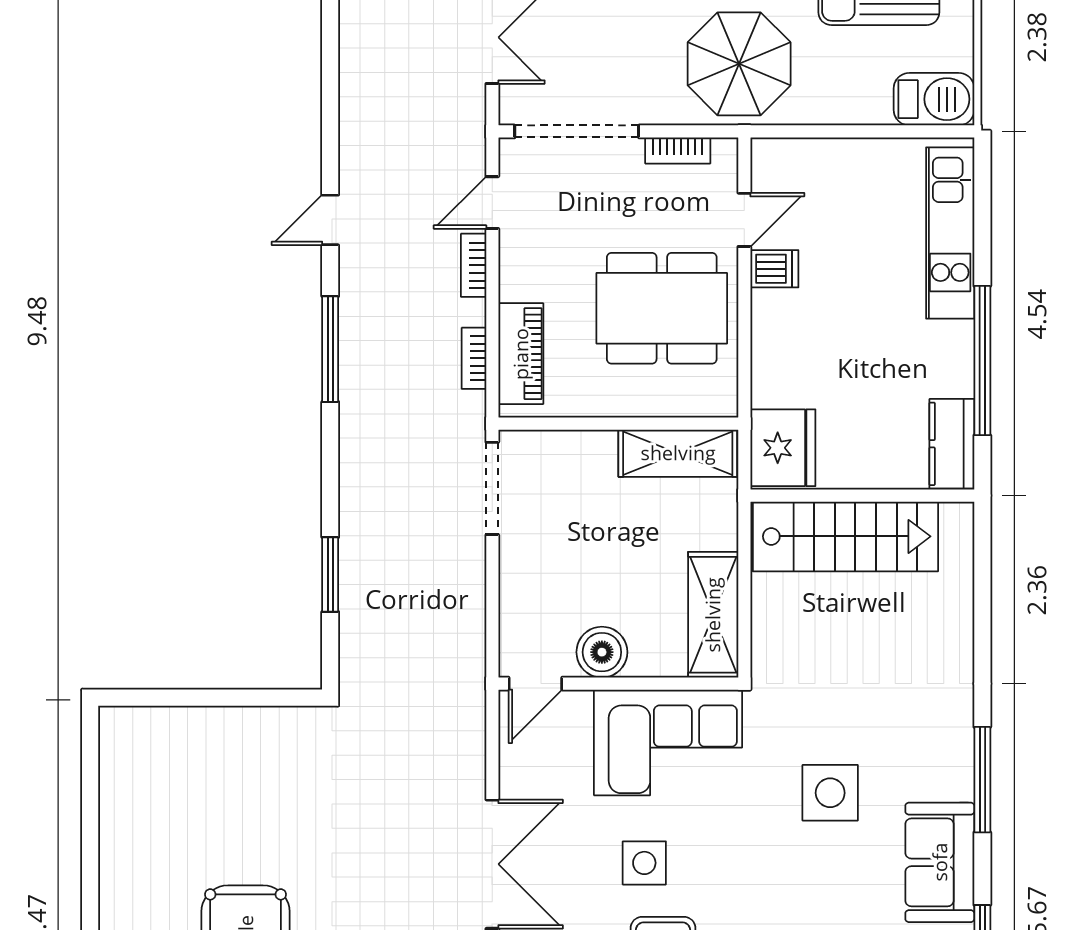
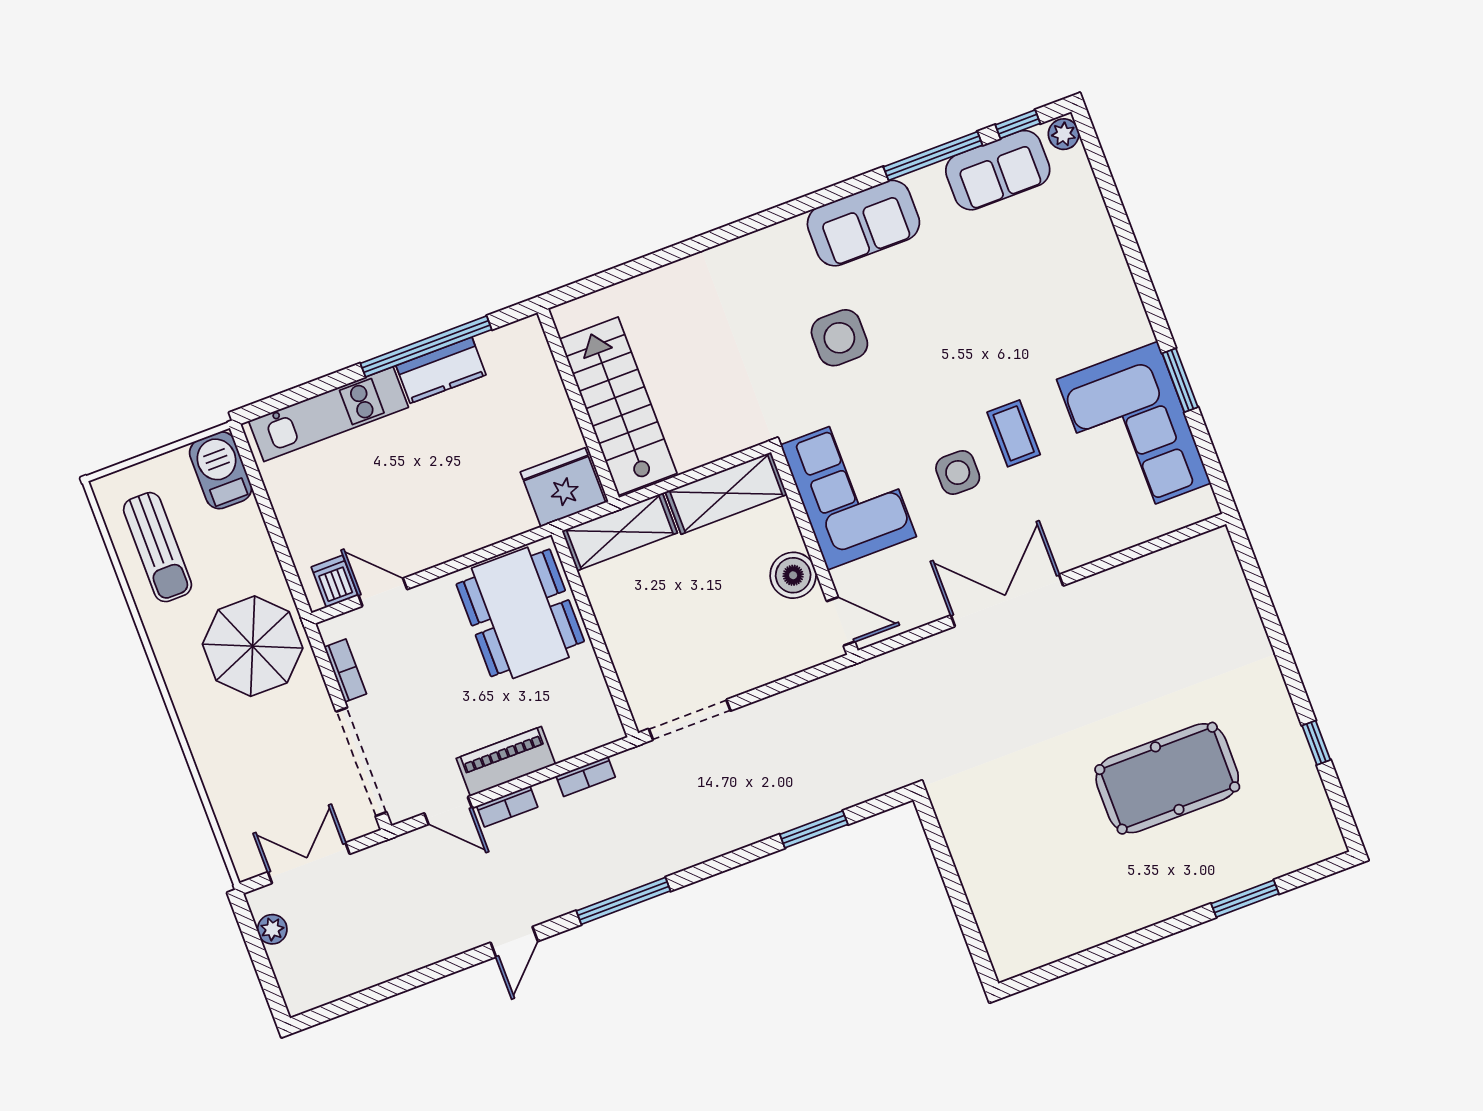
door: (330, 220) -> (514, 942), hinge flipped
dishwasher: (774, 269) -> (335, 581), moved
dining table: (662, 308) -> (520, 613), moved
piano: (521, 354) -> (506, 761), moved
kitchen counter: (952, 444) -> (441, 370), moved
shelving: (678, 453) -> (620, 532), moved, turned 90
window: (982, 780) -> (780, 213), removed

